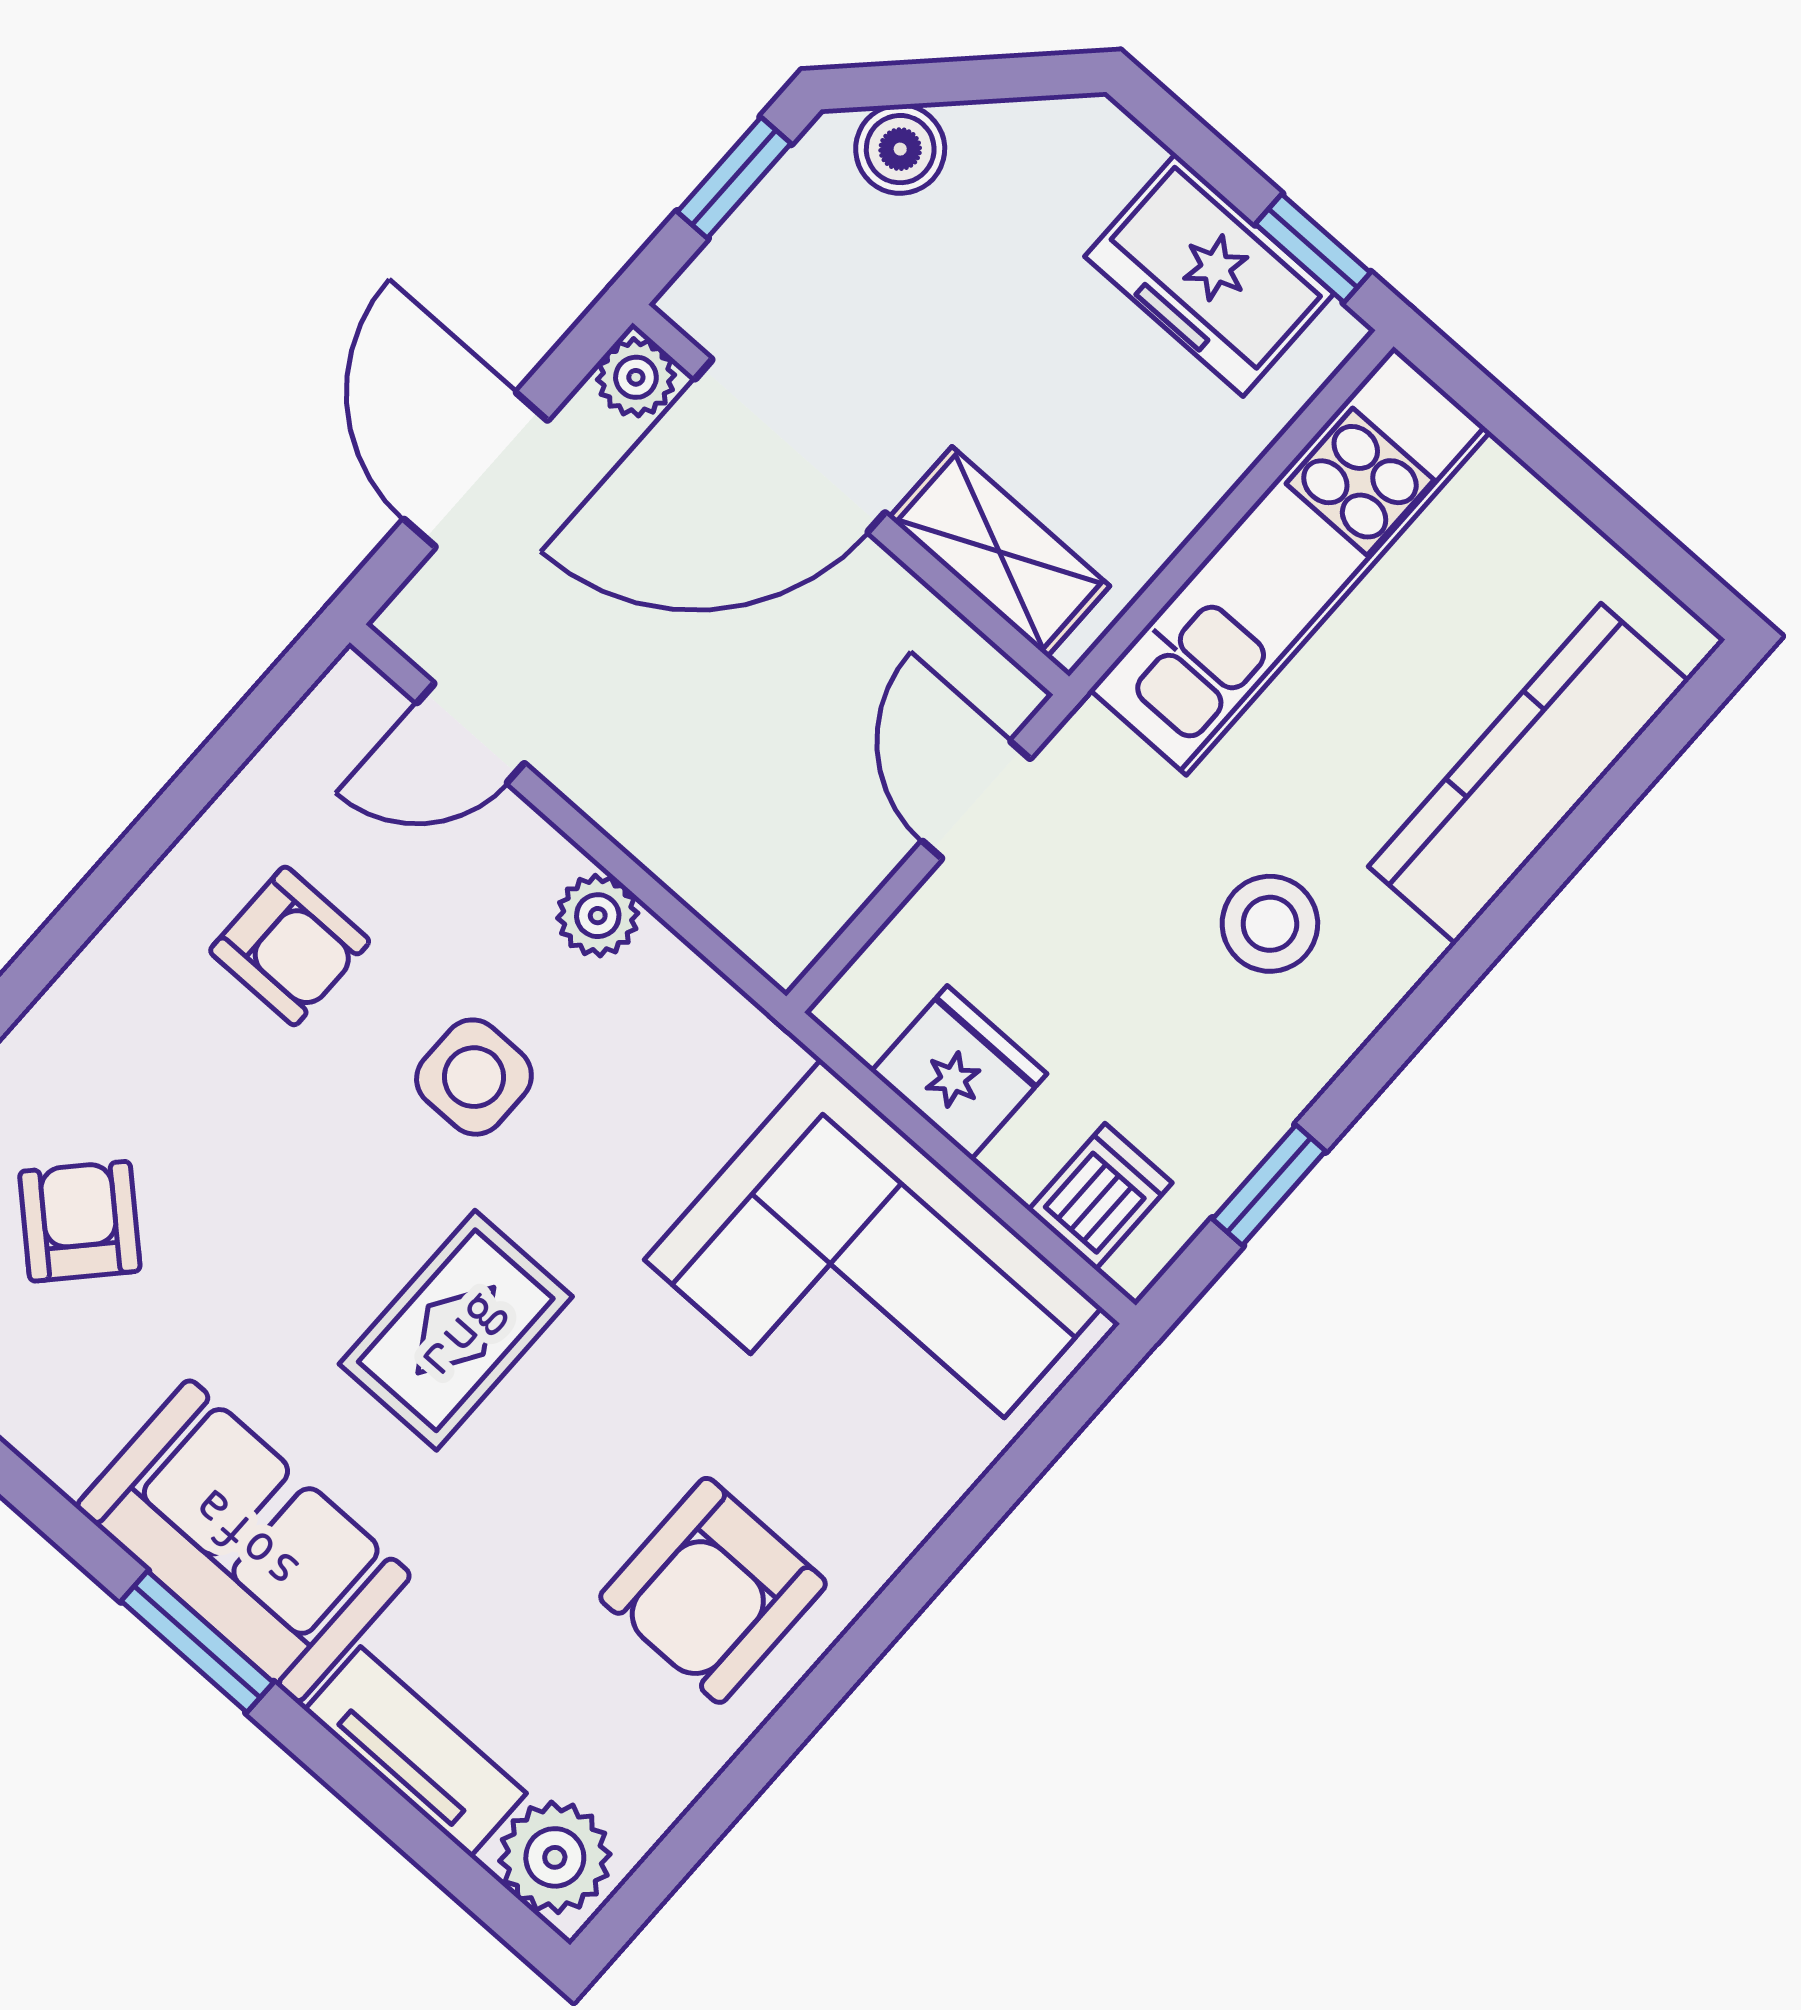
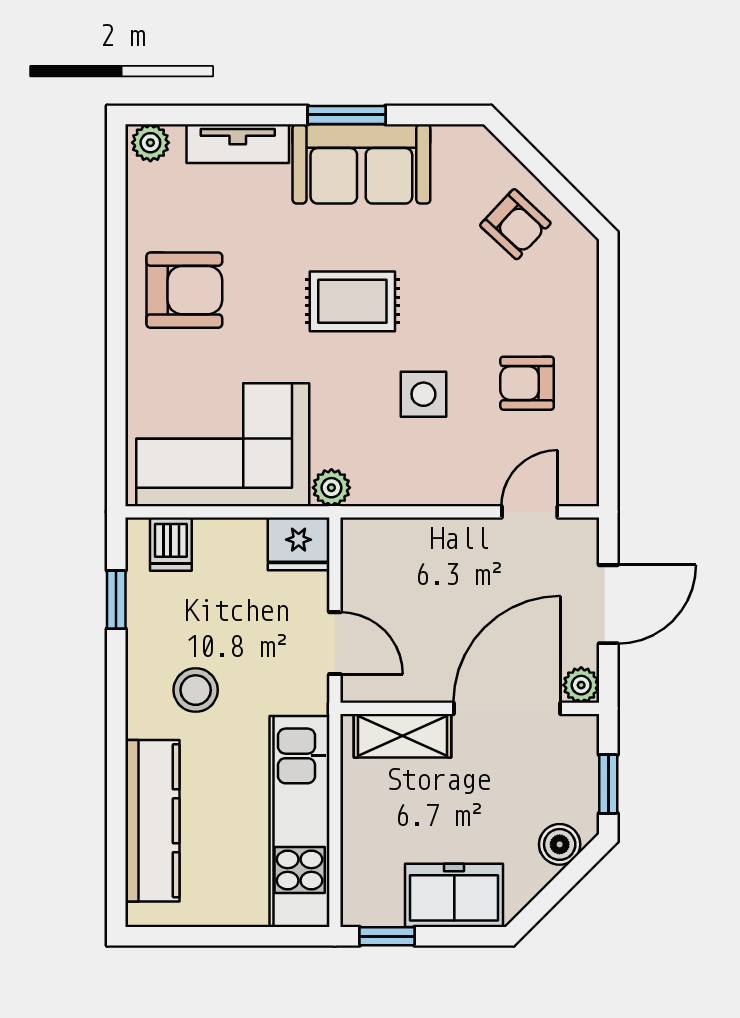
freezer: (1209, 275) -> (454, 895), moved
door: (476, 470) -> (608, 604), hinge flipped
plant: (598, 916) -> (331, 488), moved
fridge: (959, 1073) -> (299, 544), moved
rug: (456, 1330) -> (352, 301), turned 90
armchair: (713, 1590) -> (184, 290), turned 90
plant: (555, 1857) -> (150, 143), width x0.73, depth x0.73

